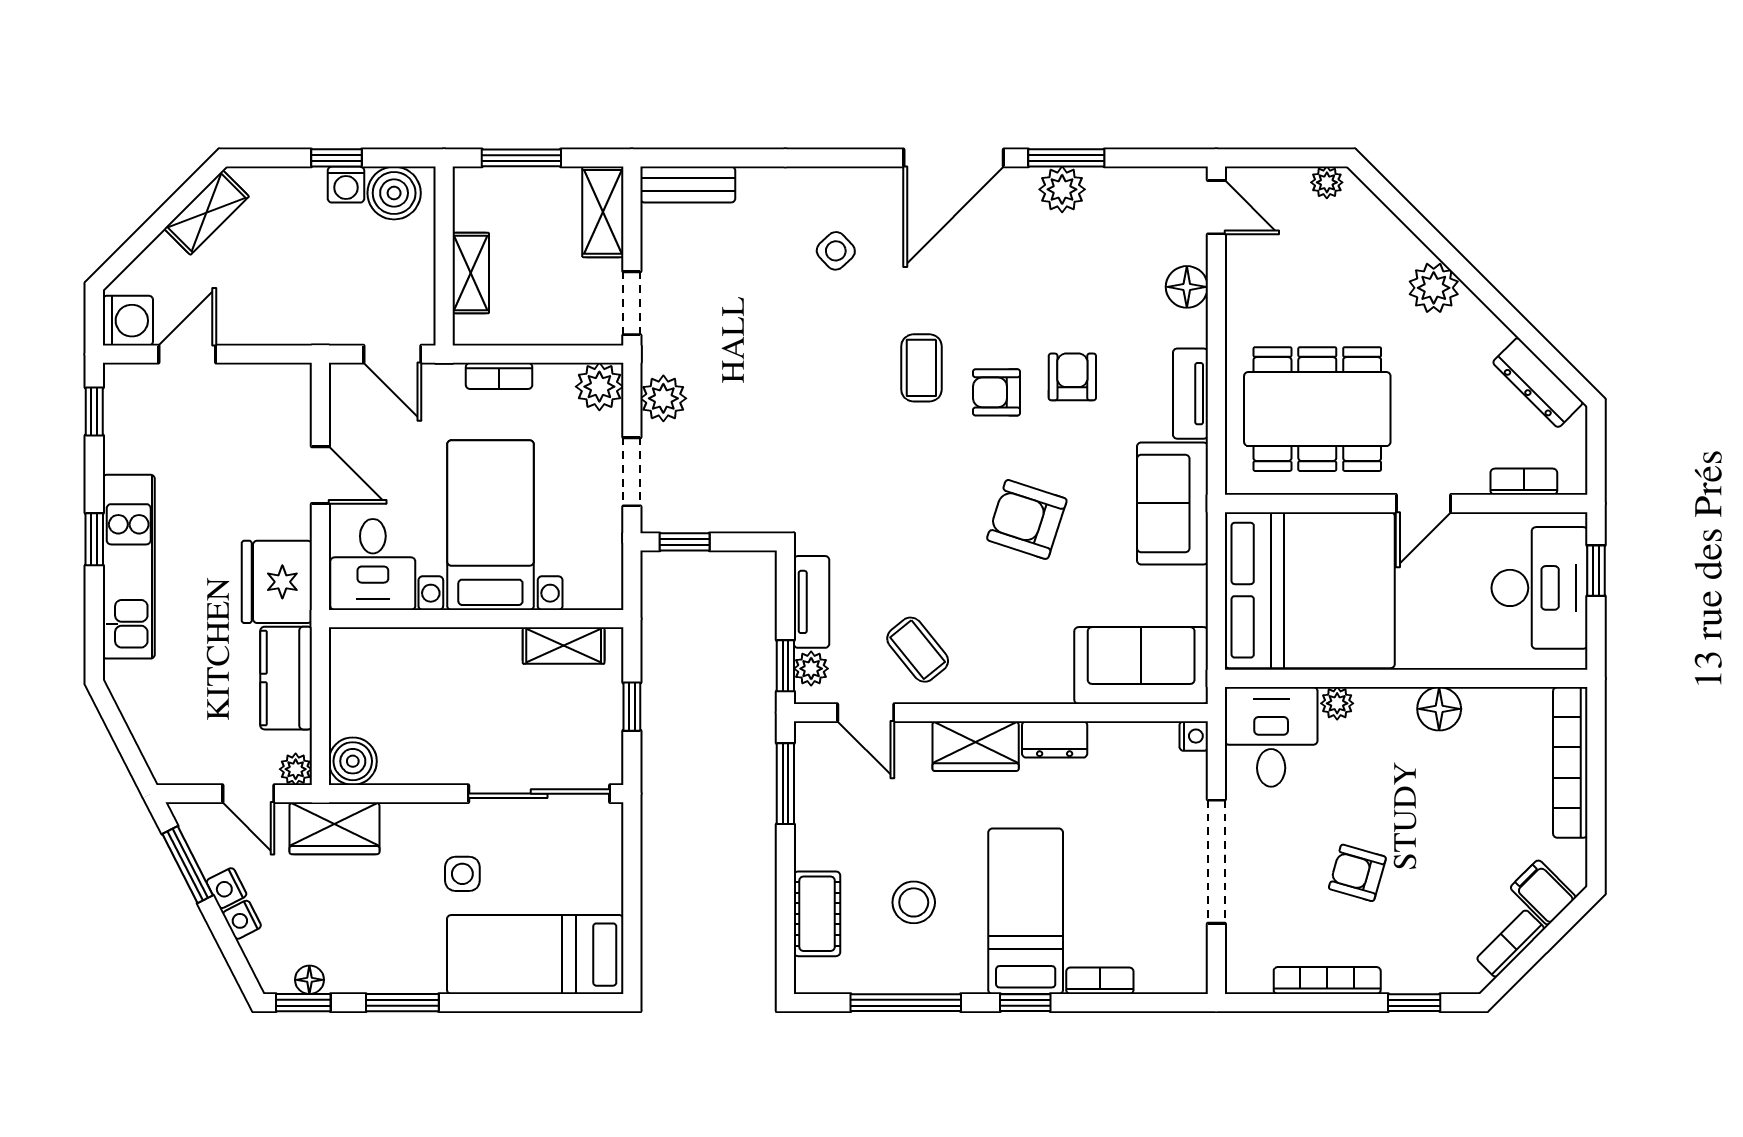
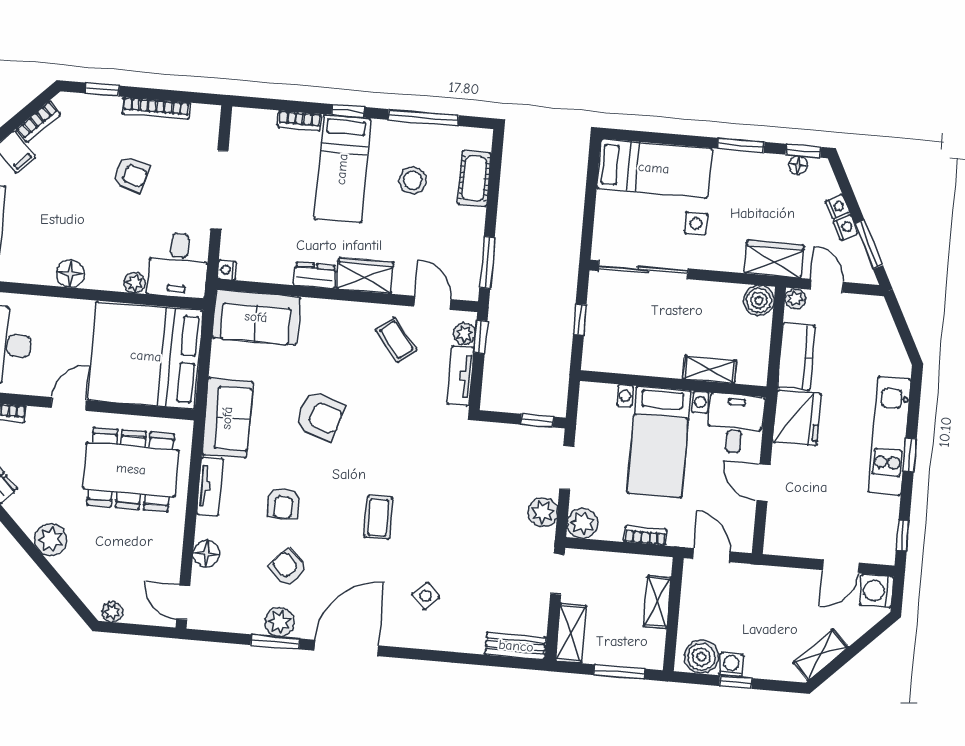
armchair: (997, 392) -> (288, 568), moved, turned -137
shelving: (564, 646) -> (710, 370), moved

